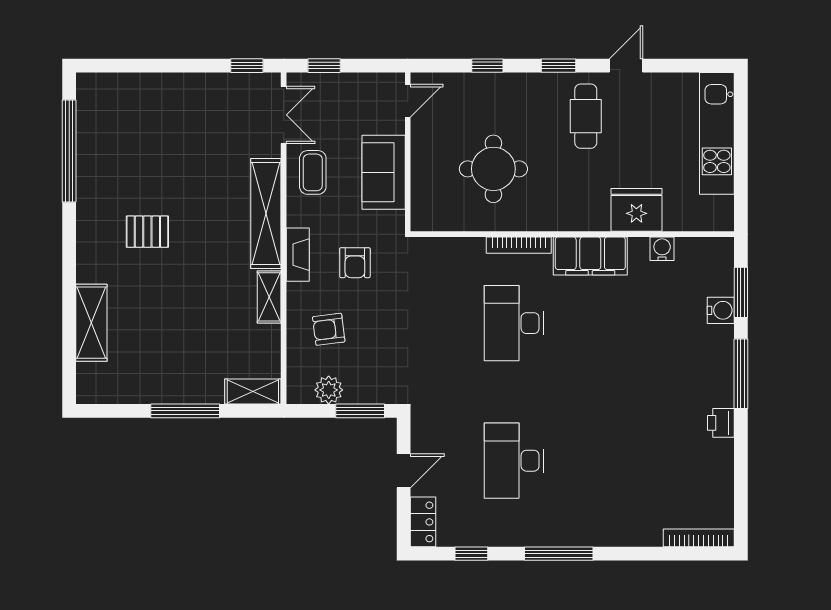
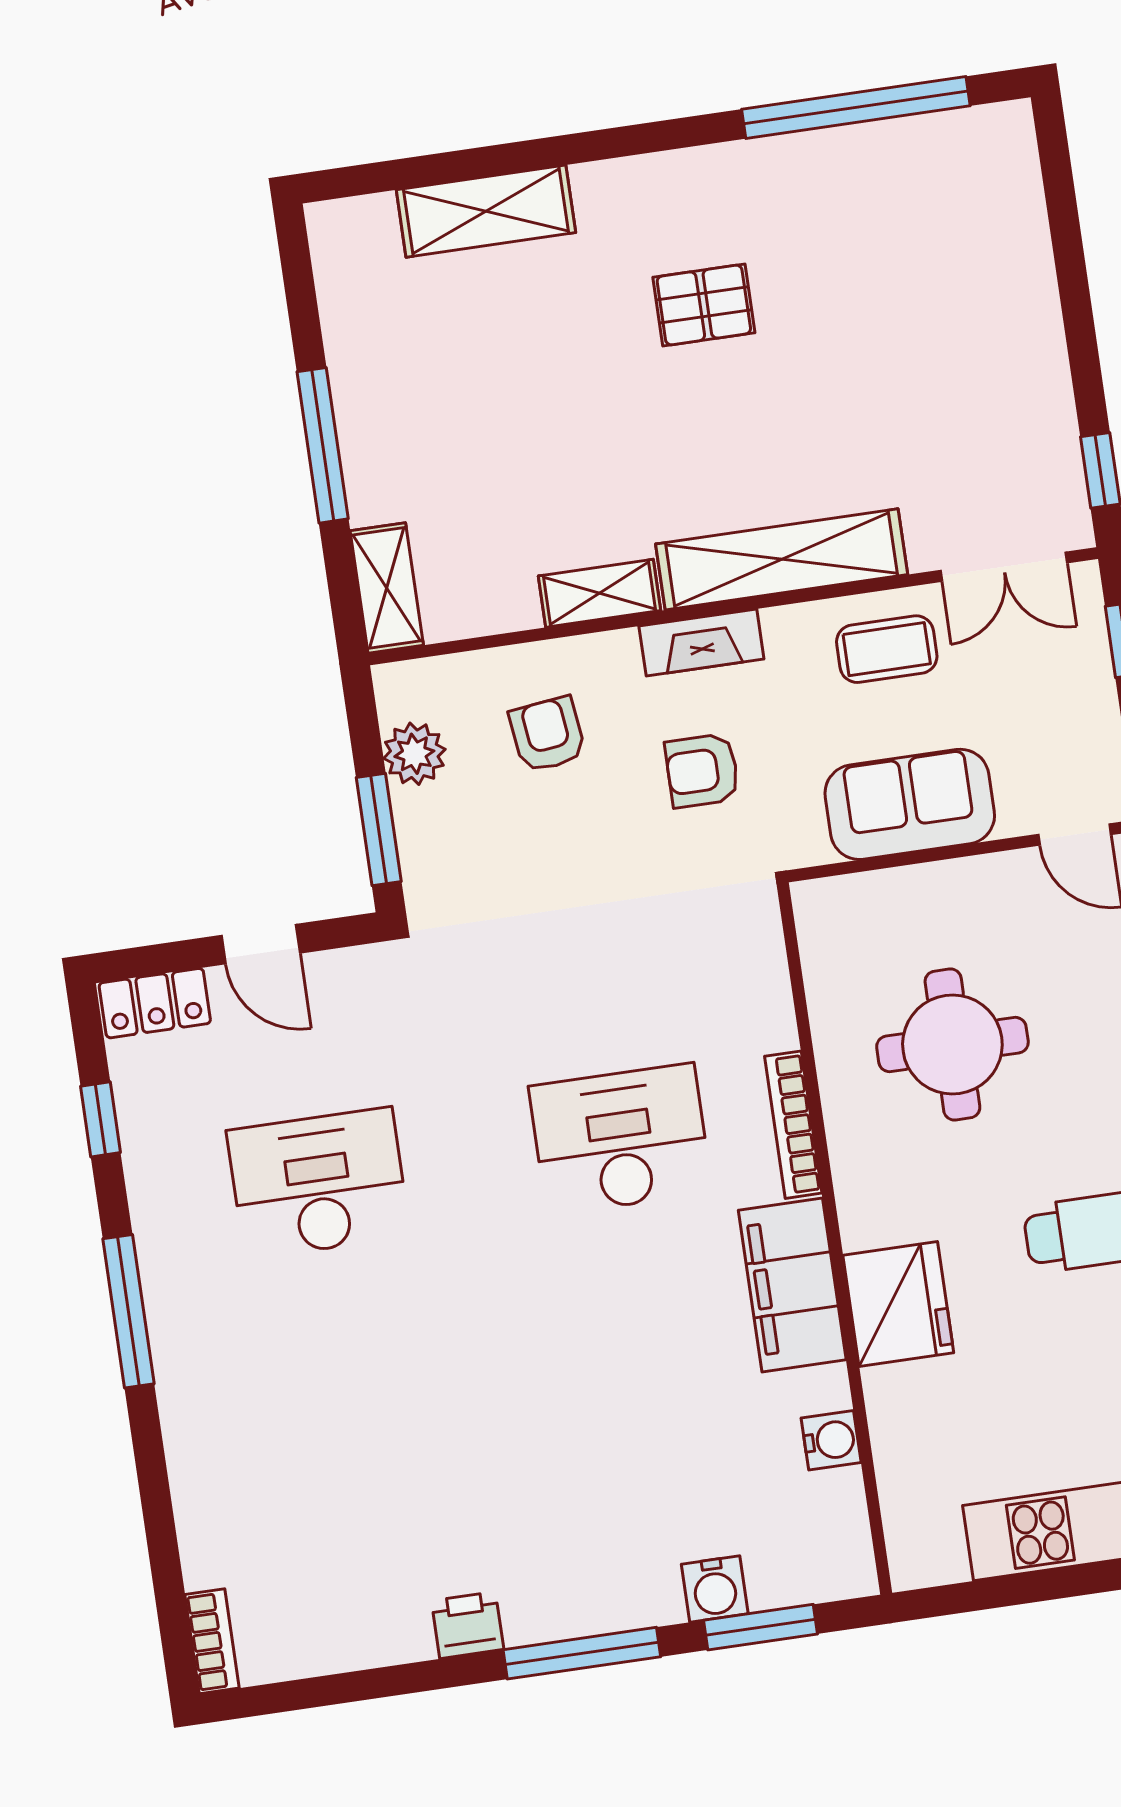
fridge: (636, 210) -> (898, 1304), moved
pallet: (147, 232) -> (704, 305), turned 90
bookcase: (699, 538) -> (212, 1641), width x0.64

